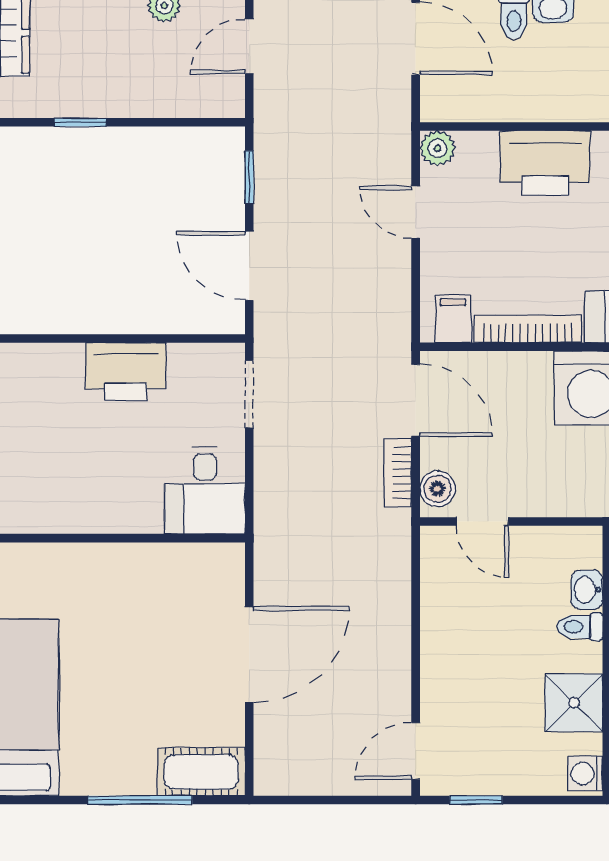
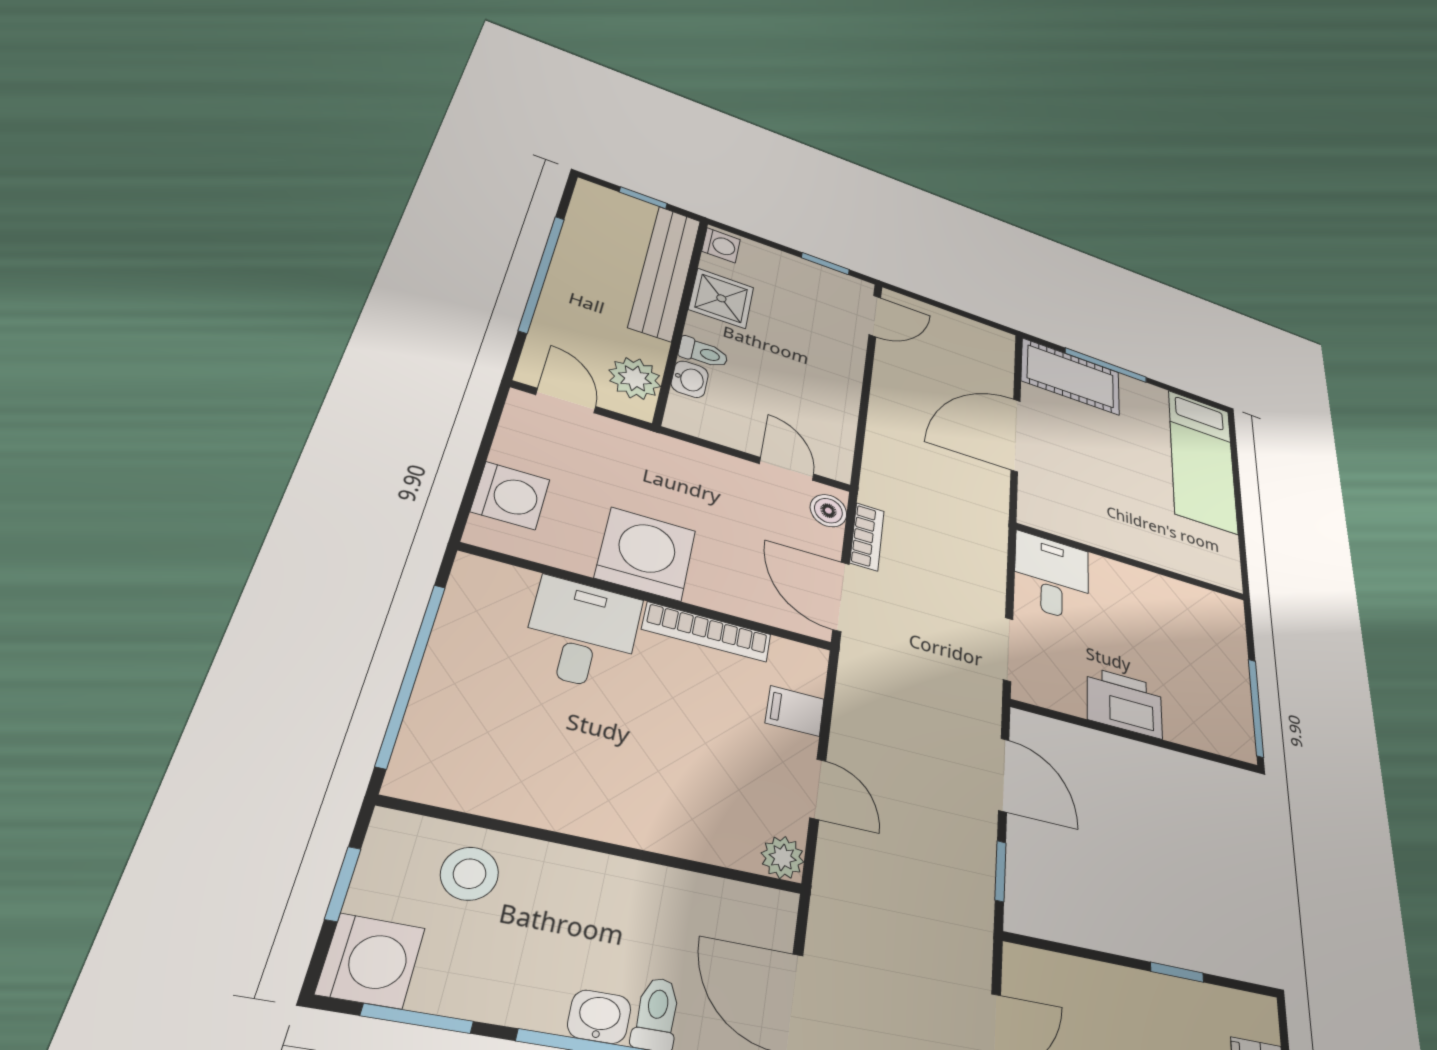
printer: (545, 163) -> (651, 810), removed
filing cabinet: (453, 319) -> (795, 711), moved, turned 90
cot: (201, 772) -> (1071, 377), width x1.37, depth x1.34

